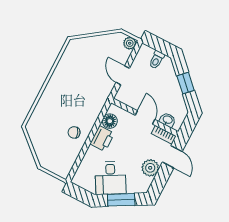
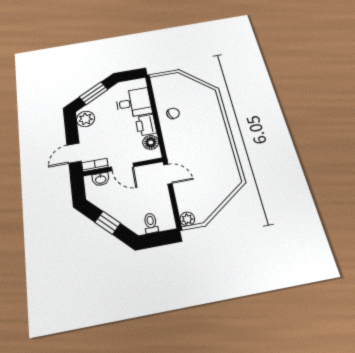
door: (123, 75) -> (168, 174), moved
door: (172, 157) -> (74, 153), hinge flipped
plant: (150, 168) -> (86, 119), moved
desk: (111, 178) -> (134, 103), moved, turned 119

